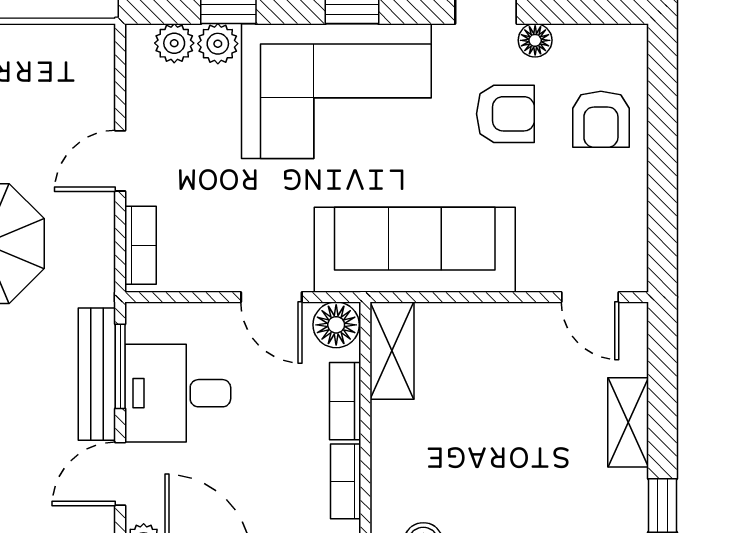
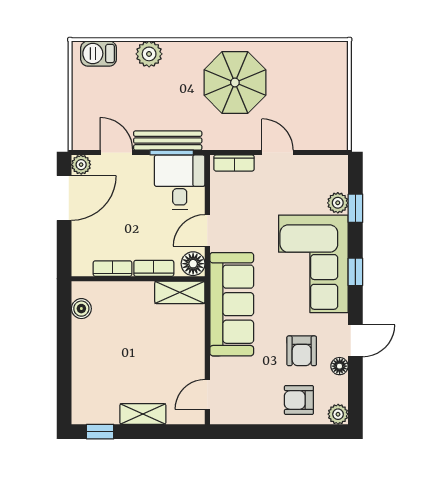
plant: (174, 43) -> (338, 414), moved
desk: (178, 393) -> (180, 182), moved

